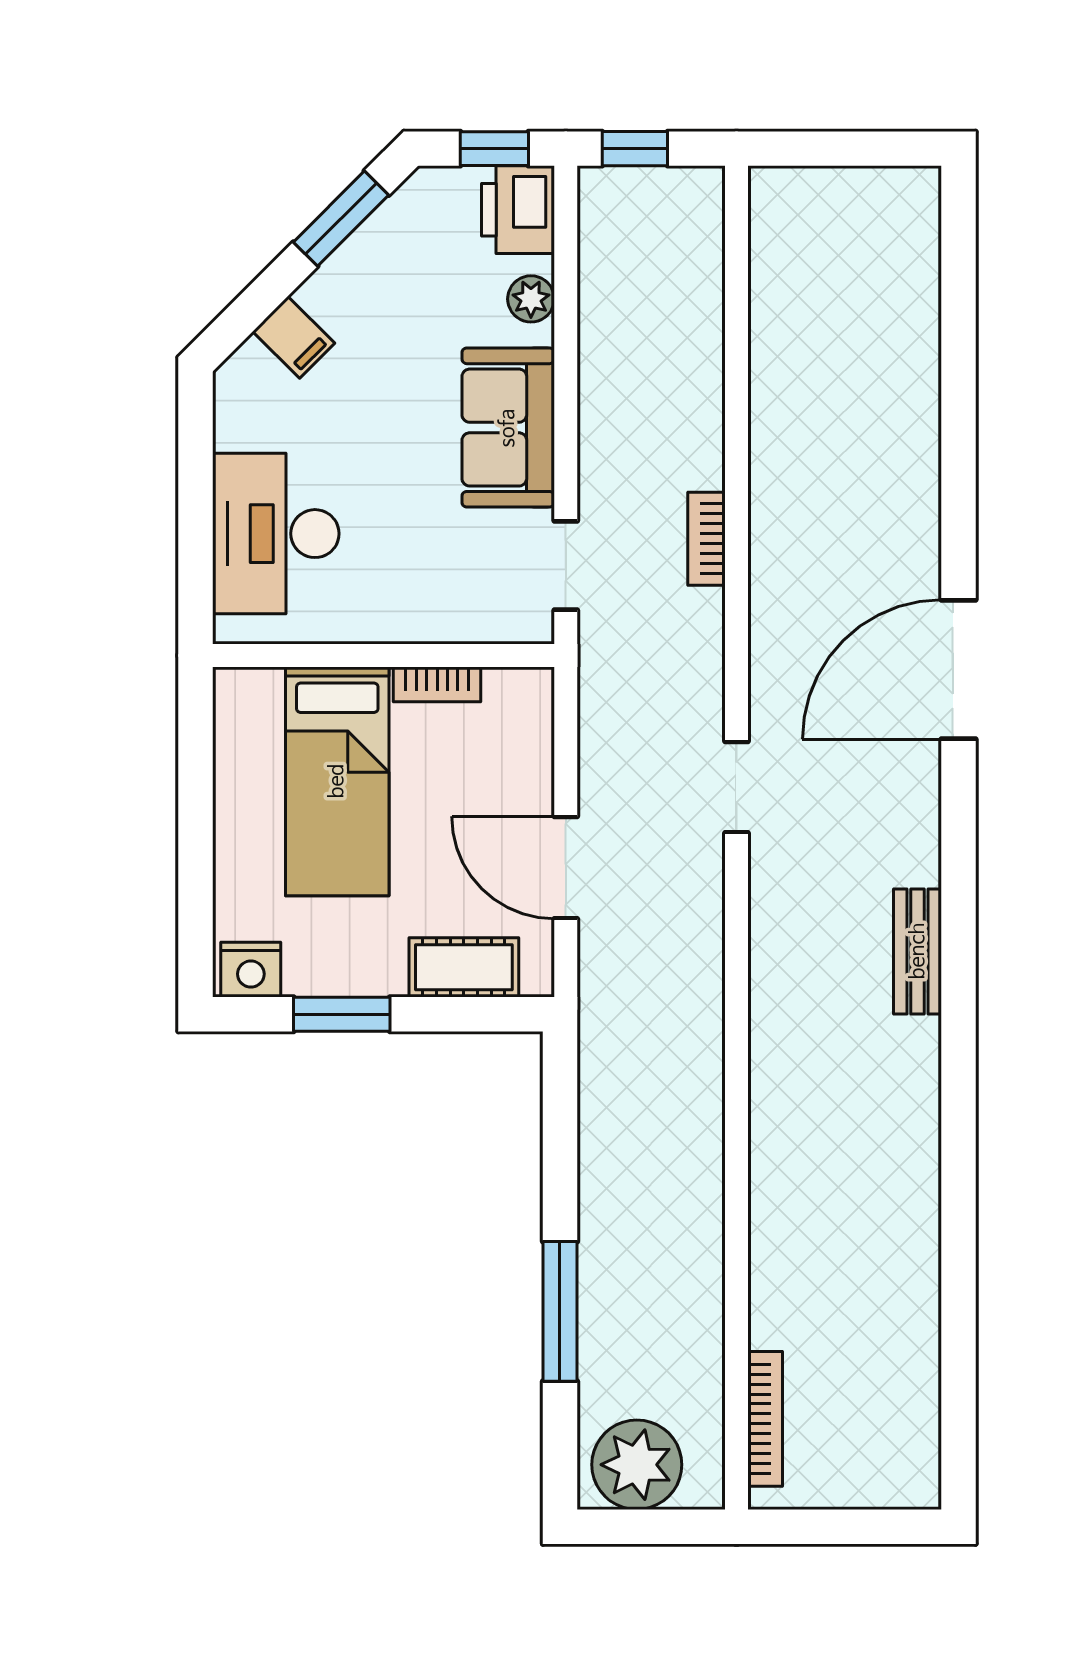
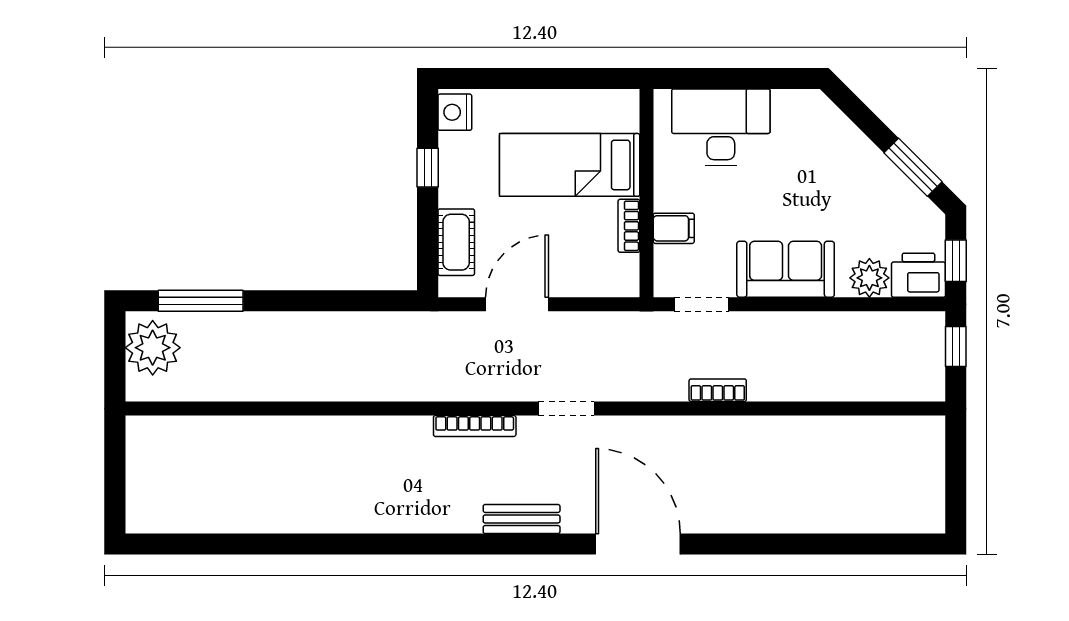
plant: (531, 299) -> (869, 278), width x1.38, depth x1.38
filing cabinet: (294, 337) -> (674, 228), moved, turned -135
bench: (918, 951) -> (522, 519), moved
window: (342, 1014) -> (428, 168), width x0.67
window: (560, 1311) -> (201, 301), moved
bookcase: (765, 1419) -> (475, 426), moved

